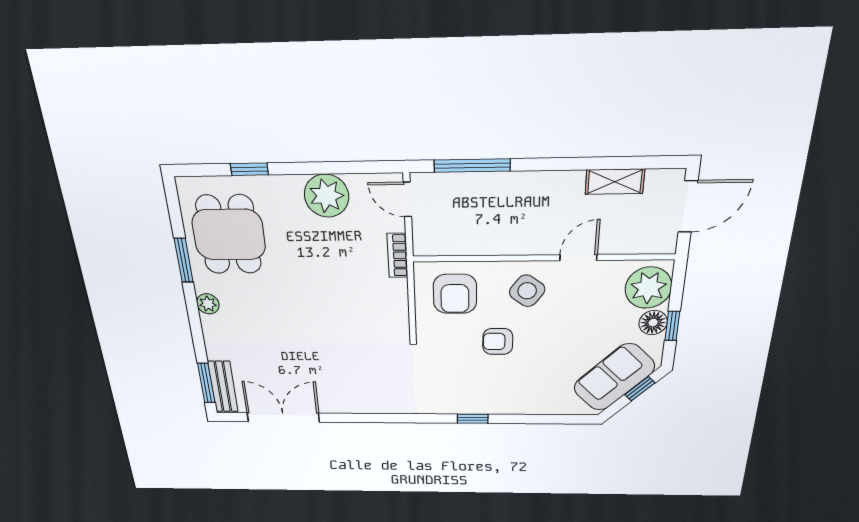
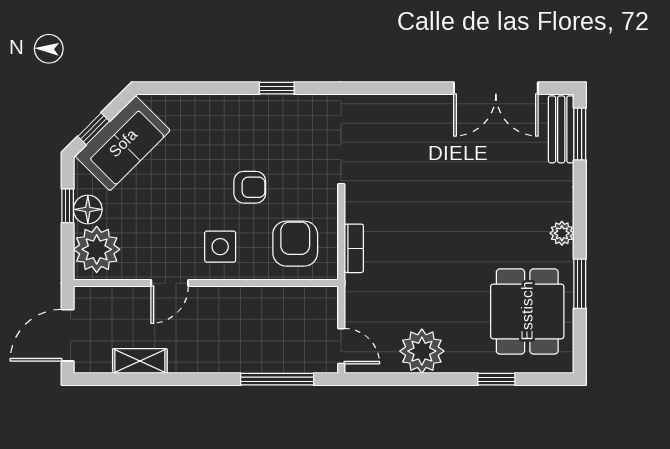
bookcase: (397, 255) -> (354, 248), moved
side table: (527, 291) -> (220, 247), turned -36

